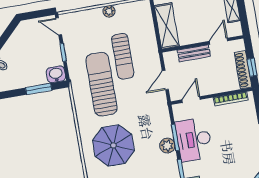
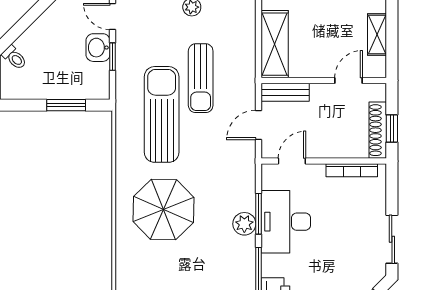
bench: (194, 53) -> (285, 92), moved
washbasin: (56, 74) -> (98, 48), moved, turned -90

